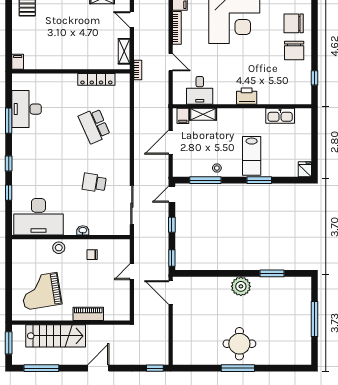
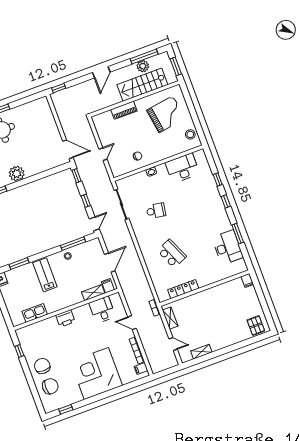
window: (259, 180) -> (19, 264), moved
desk: (38, 217) -> (182, 168), width x0.73, depth x0.77
stool: (59, 248) -> (190, 134), moved
plant: (47, 357) -> (143, 66), added

